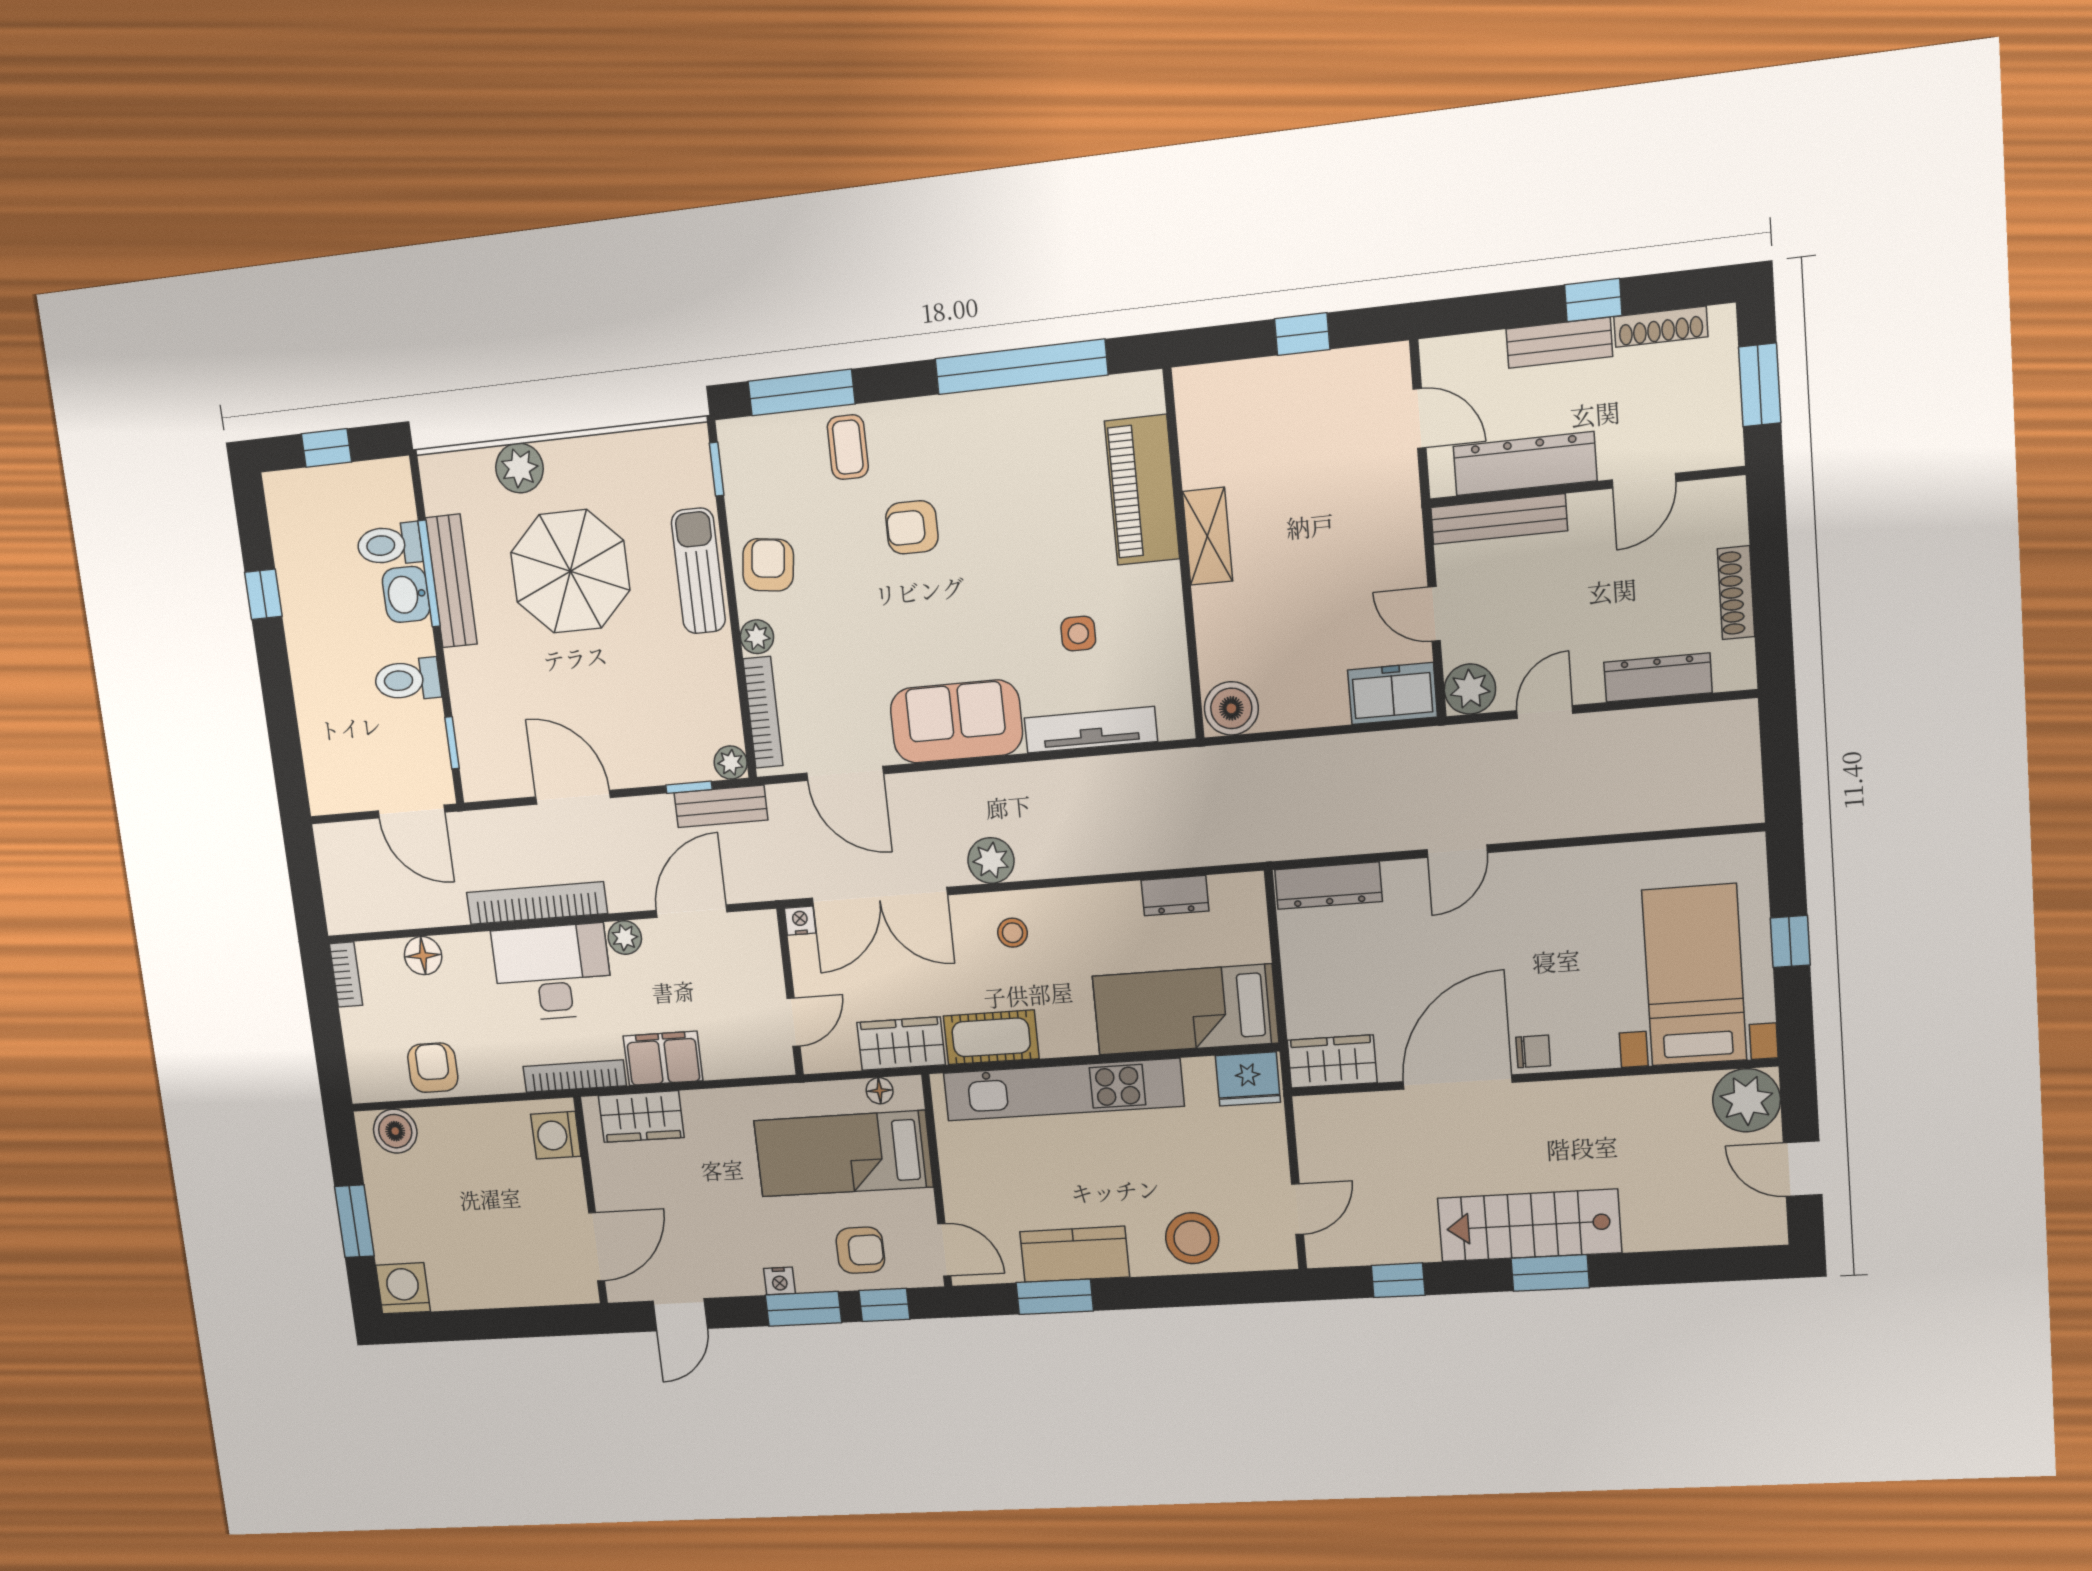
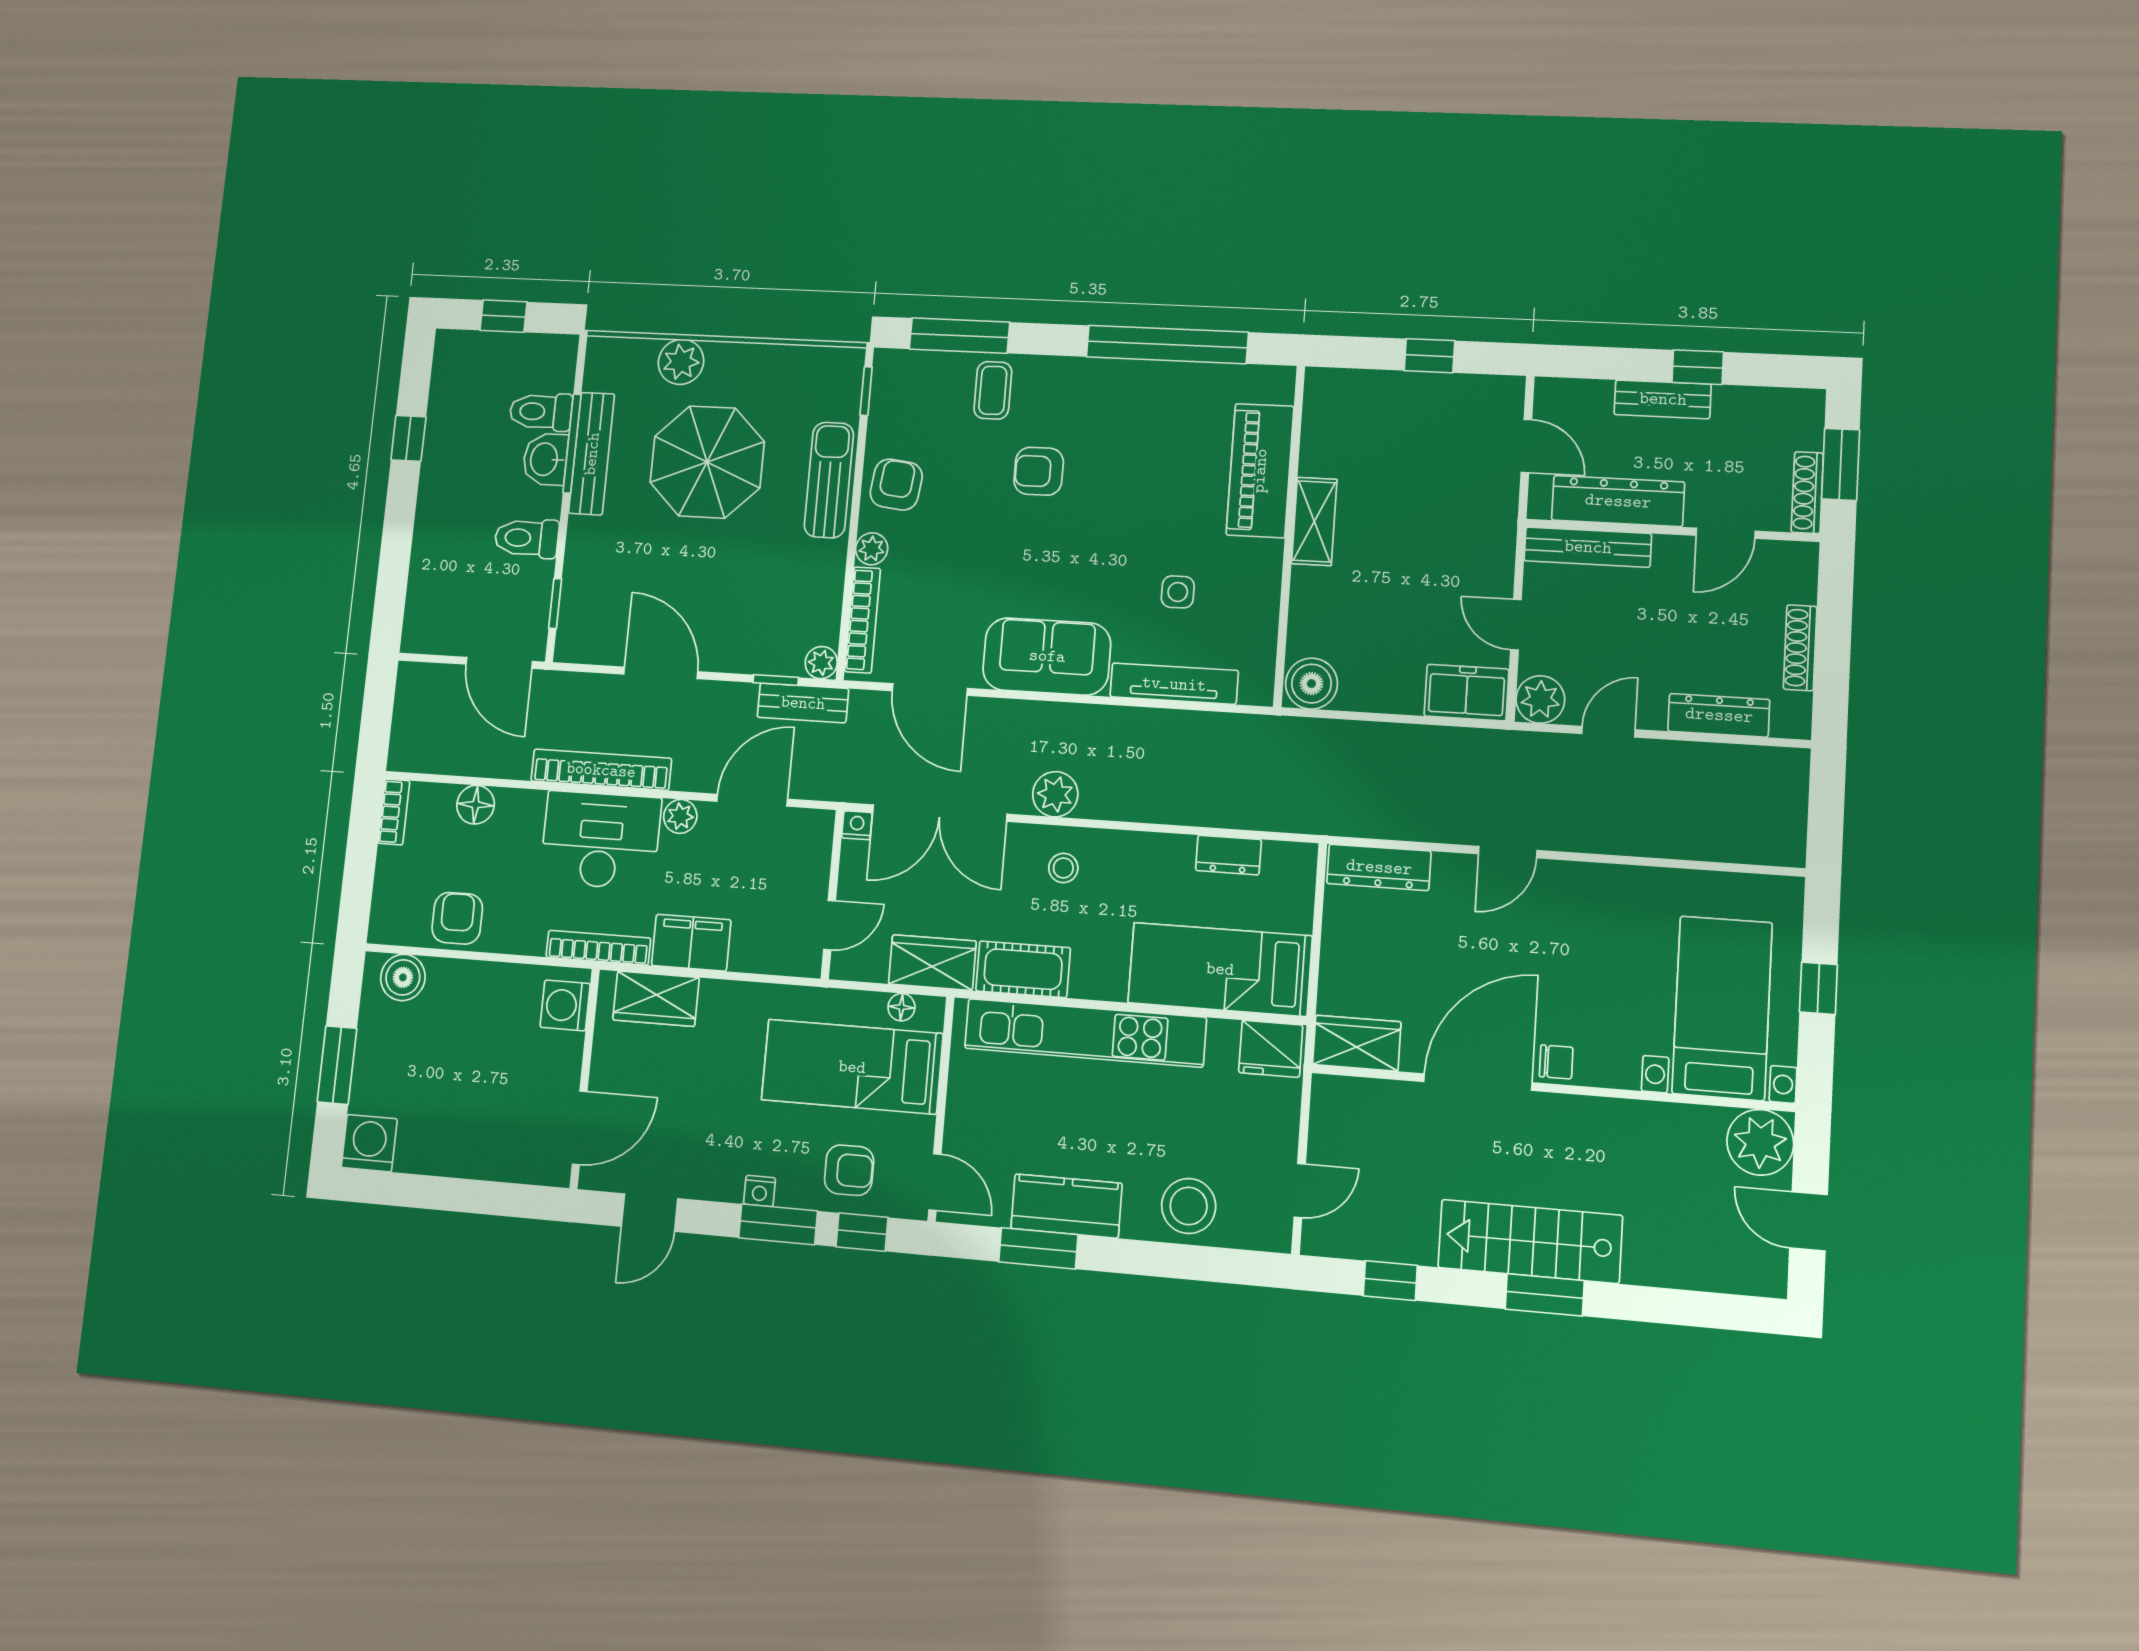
shoe rack: (1661, 327) -> (1807, 493), moved, turned 90

